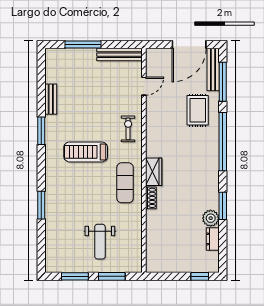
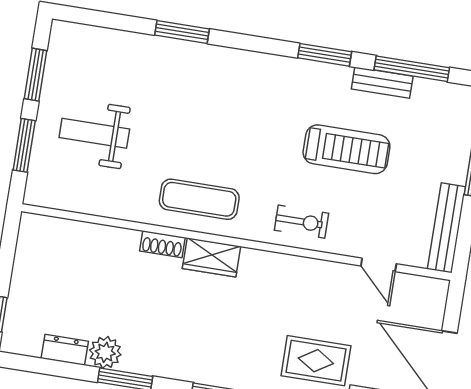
window: (41, 85) -> (412, 69), added
treadmill: (86, 152) -> (346, 149), moved, turned 90

